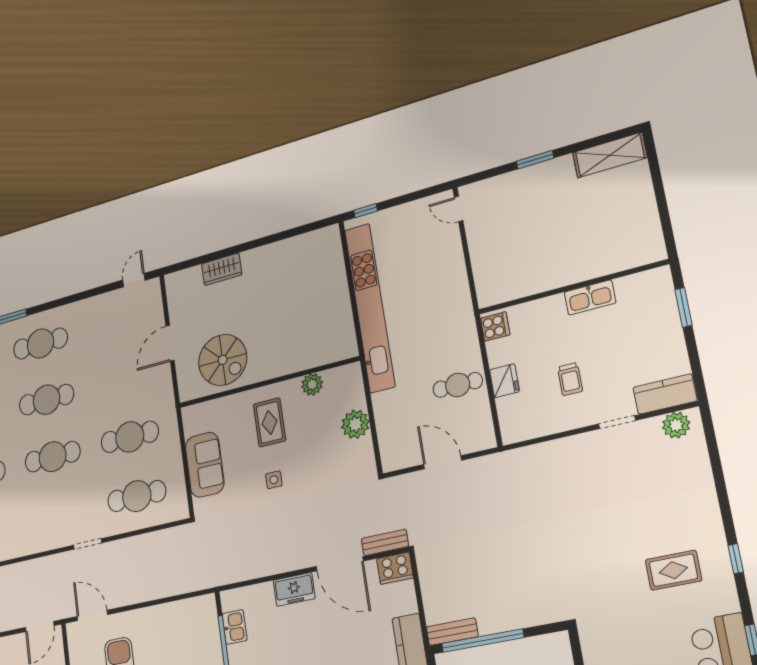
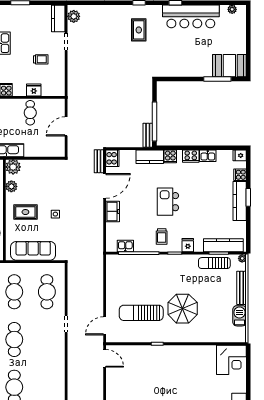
plant: (355, 424) -> (13, 167), moved
sofa: (205, 465) -> (33, 251), width x1.36

